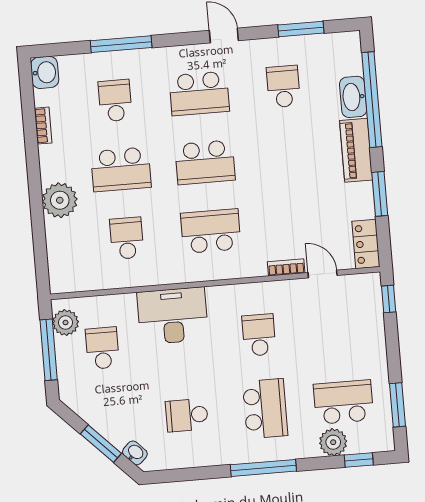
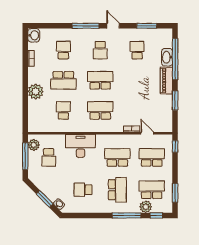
window: (121, 44) -> (85, 26), moved
school desk: (199, 93) -> (100, 50), width x0.54
school desk: (205, 162) -> (100, 80), turned 180
locker: (366, 244) -> (167, 122), removed
school desk: (337, 328) -> (152, 157), added
school desk: (259, 335) -> (117, 157), width x1.85
school desk: (102, 348) -> (49, 157), turned 180
window: (263, 468) -> (127, 215), moved

